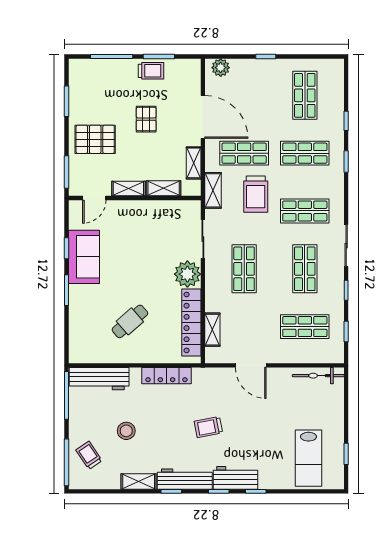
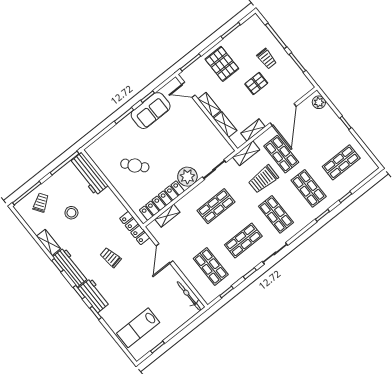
trolley: (151, 71) -> (267, 59), moved
locker: (166, 376) -> (135, 228), moved

